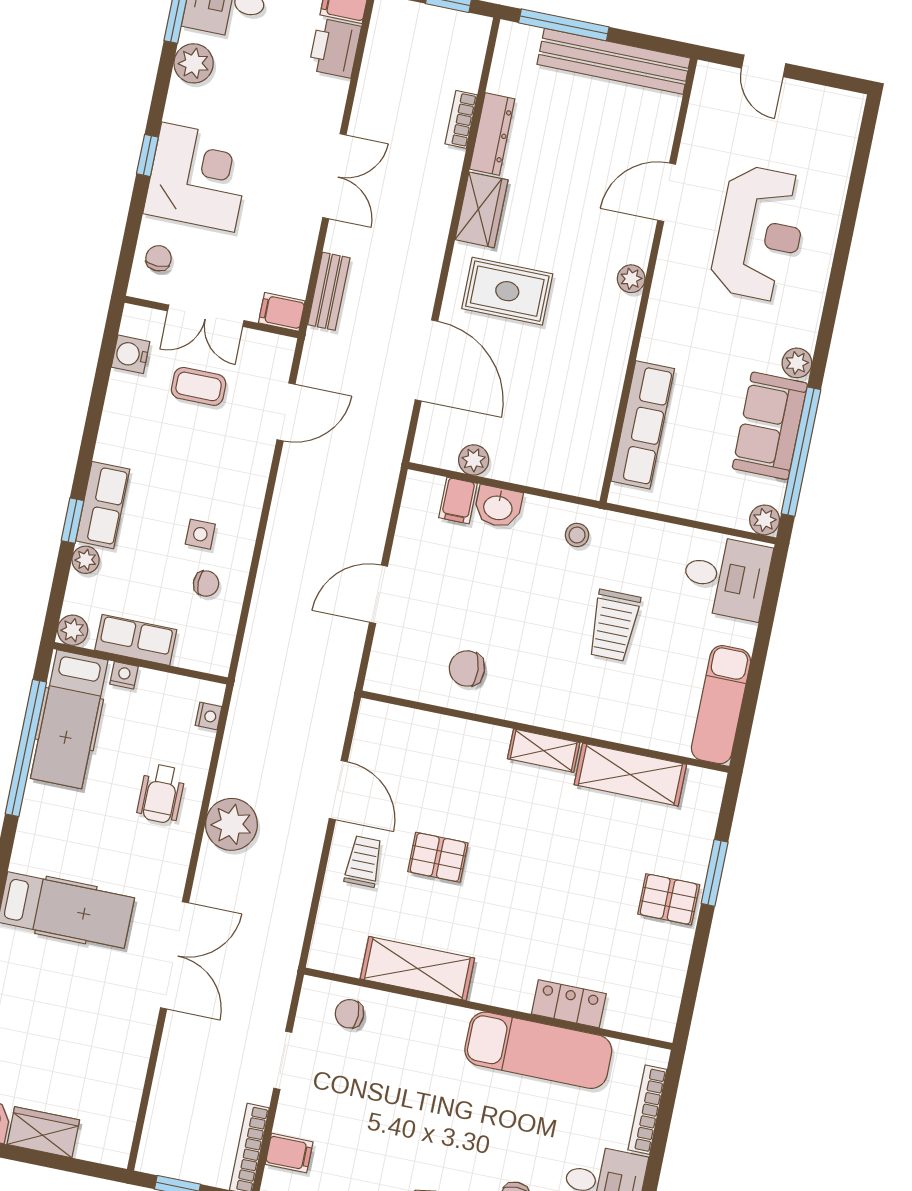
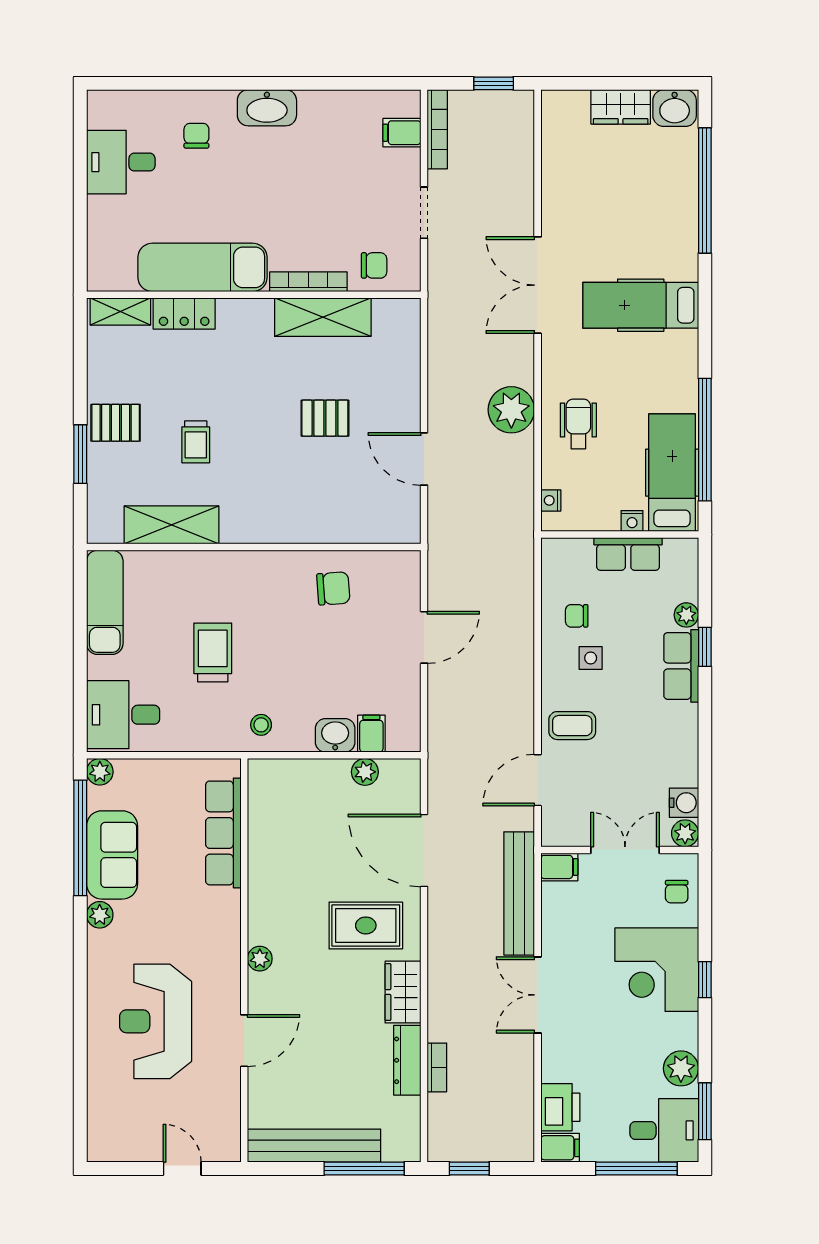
bench: (329, 291) -> (519, 893), width x1.86, depth x1.21
coffee table: (199, 386) -> (572, 726), moved
plant: (73, 630) -> (685, 833), moved
shelving: (544, 751) -> (120, 311), moved
trolley: (364, 861) -> (196, 442), moved
bookcase: (647, 1110) -> (308, 282), moved, turned -90

